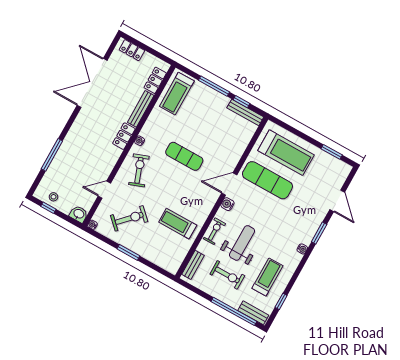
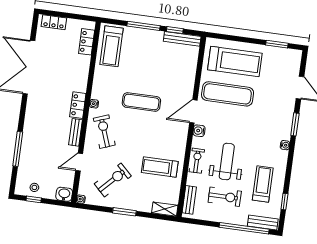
bench: (141, 109) -> (76, 132), moved, width x0.73
shelving: (167, 265) -> (165, 209), added

